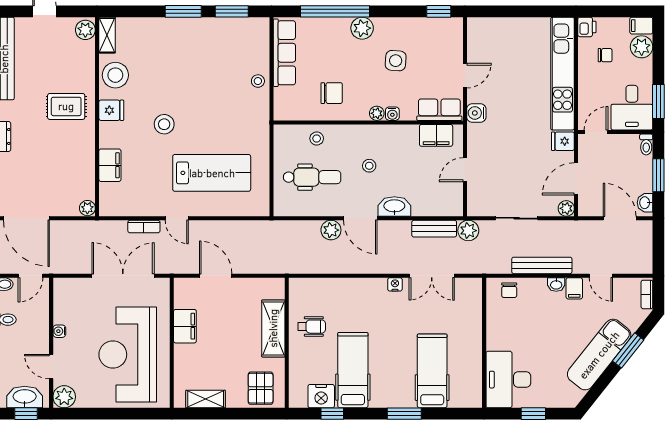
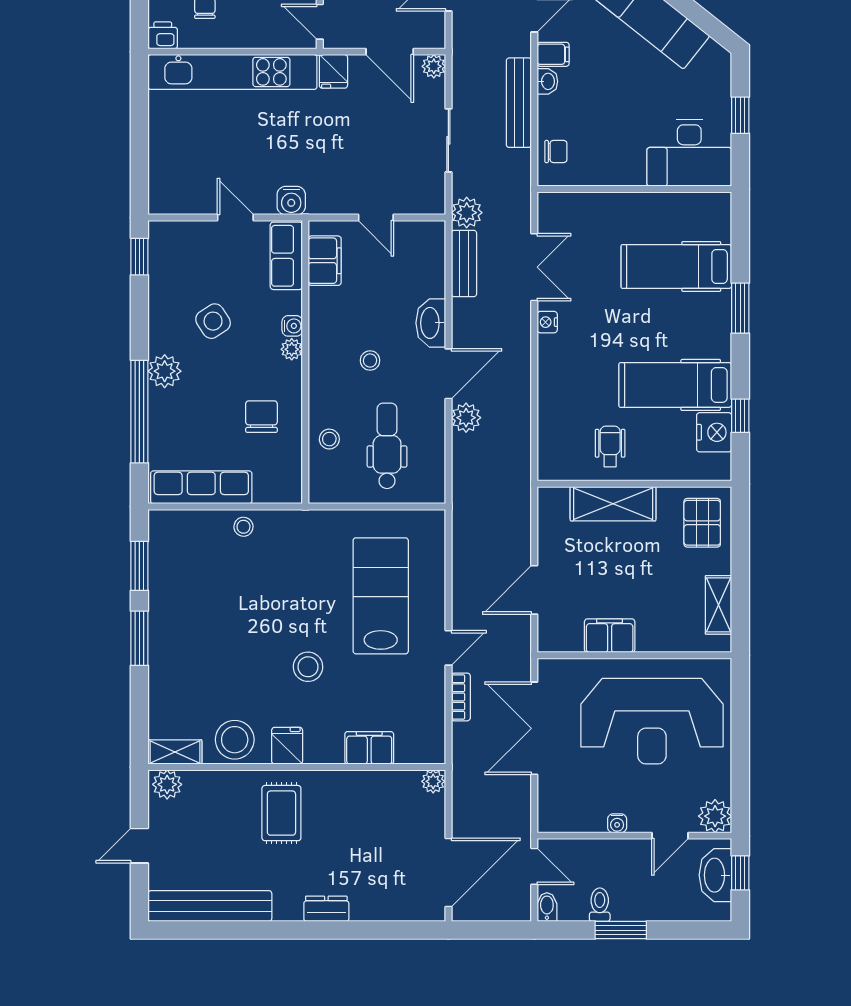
side table: (396, 61) -> (213, 321), turned -38
pallet: (261, 388) -> (702, 523), turned 90

